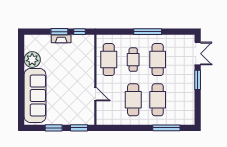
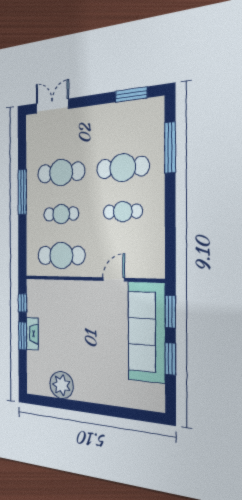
window: (198, 80) -> (131, 95), moved
sofa: (35, 96) -> (147, 332), moved, turned -90
cafe table: (133, 100) -> (123, 212), width x0.73, depth x0.74

